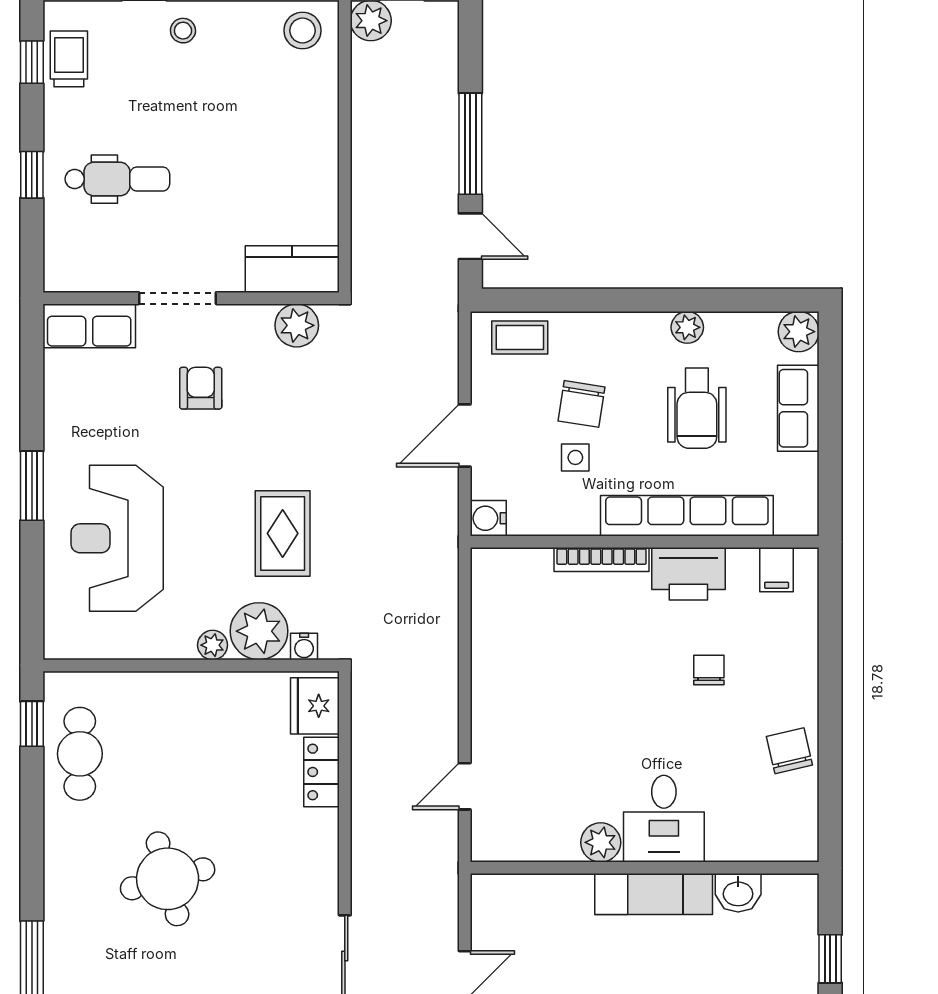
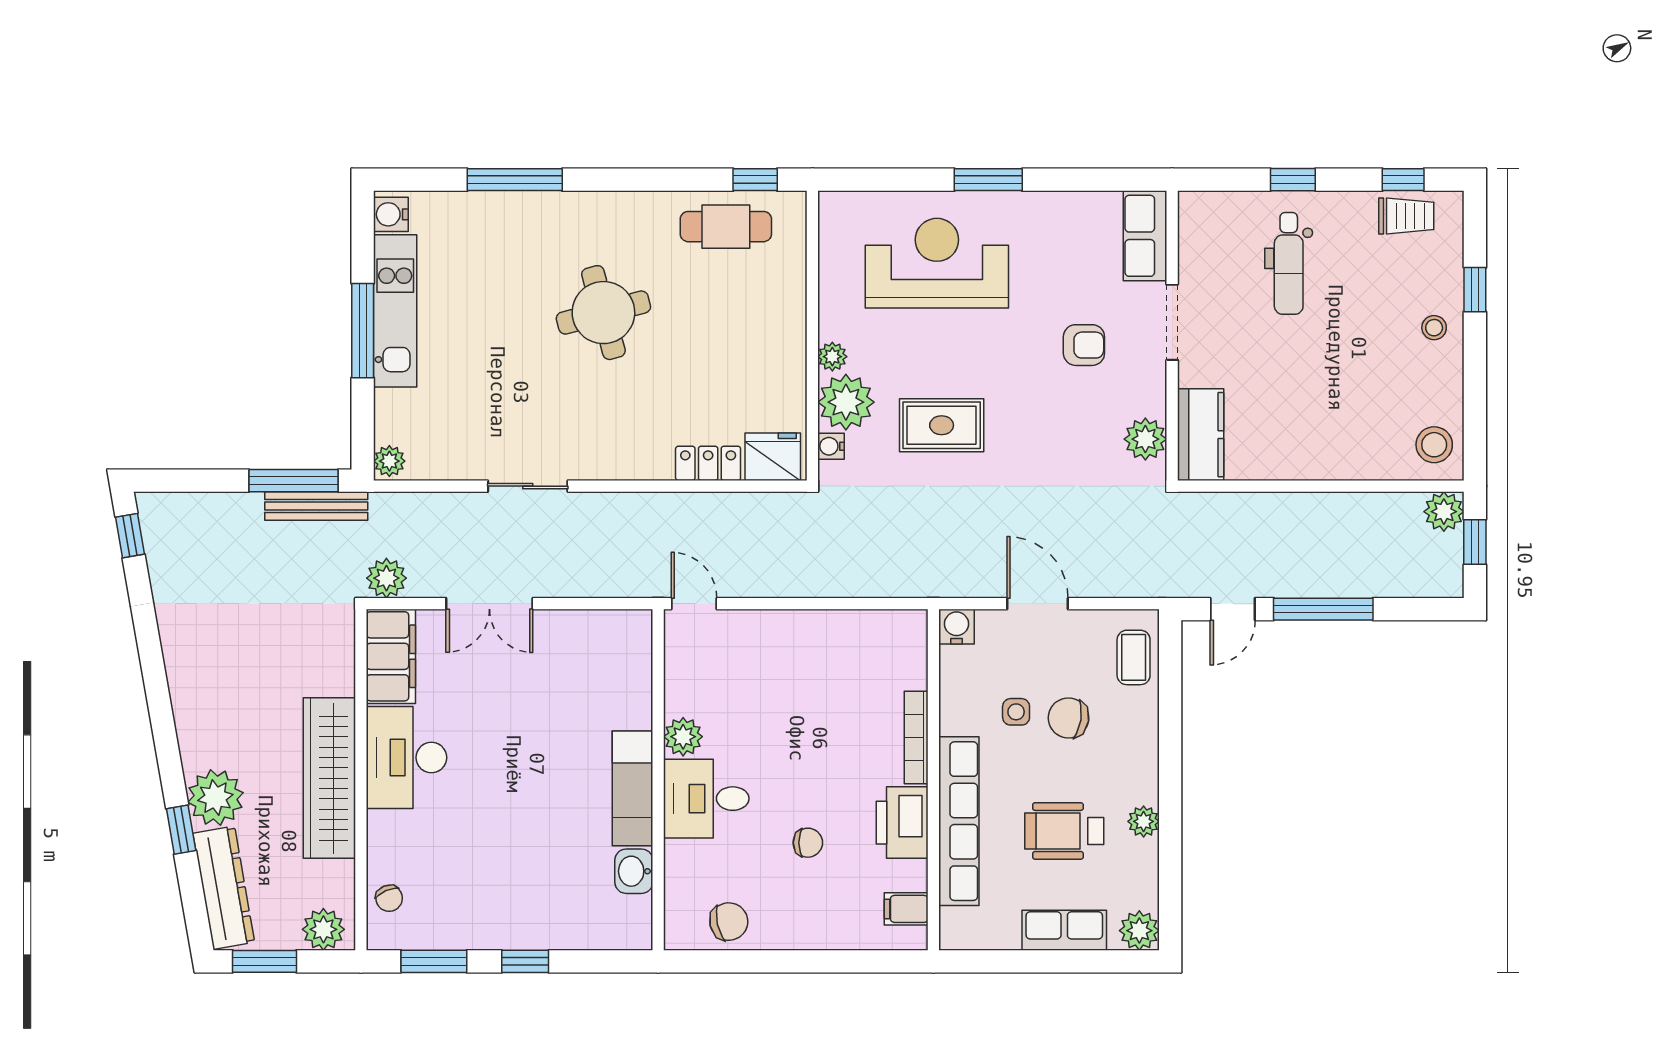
desk: (664, 819) -> (706, 799), moved
plant: (601, 842) -> (683, 737), moved
wall: (645, 868) -> (658, 780), moved
washbasin: (738, 893) -> (634, 871), moved
exam couch: (654, 894) -> (633, 788), moved

